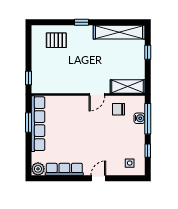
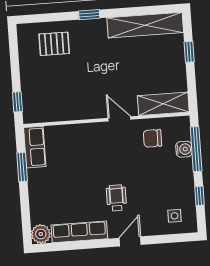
door: (97, 94) -> (119, 119), swing flipped
row of seats: (38, 124) -> (35, 147), width x0.50
wheelchair: (91, 148) -> (116, 198), added

